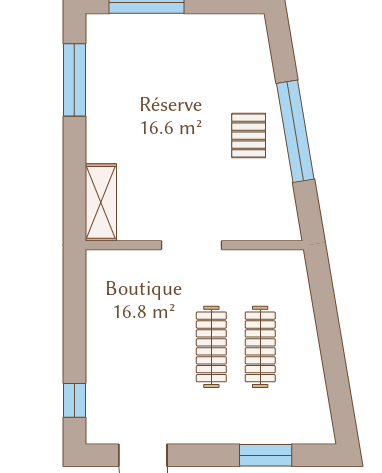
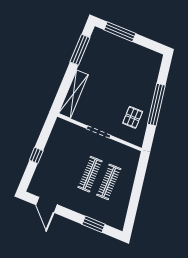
pallet: (249, 136) -> (133, 117), moved
shelving: (101, 202) -> (73, 94), width x1.47
window: (74, 400) -> (36, 155), moved

